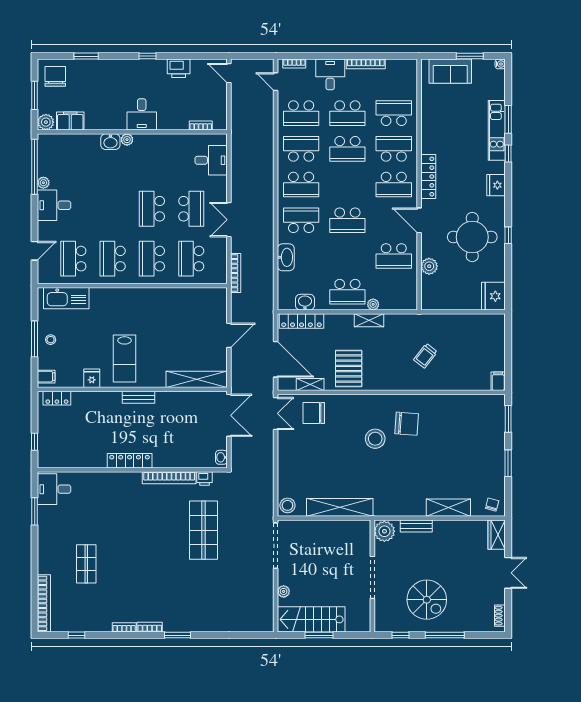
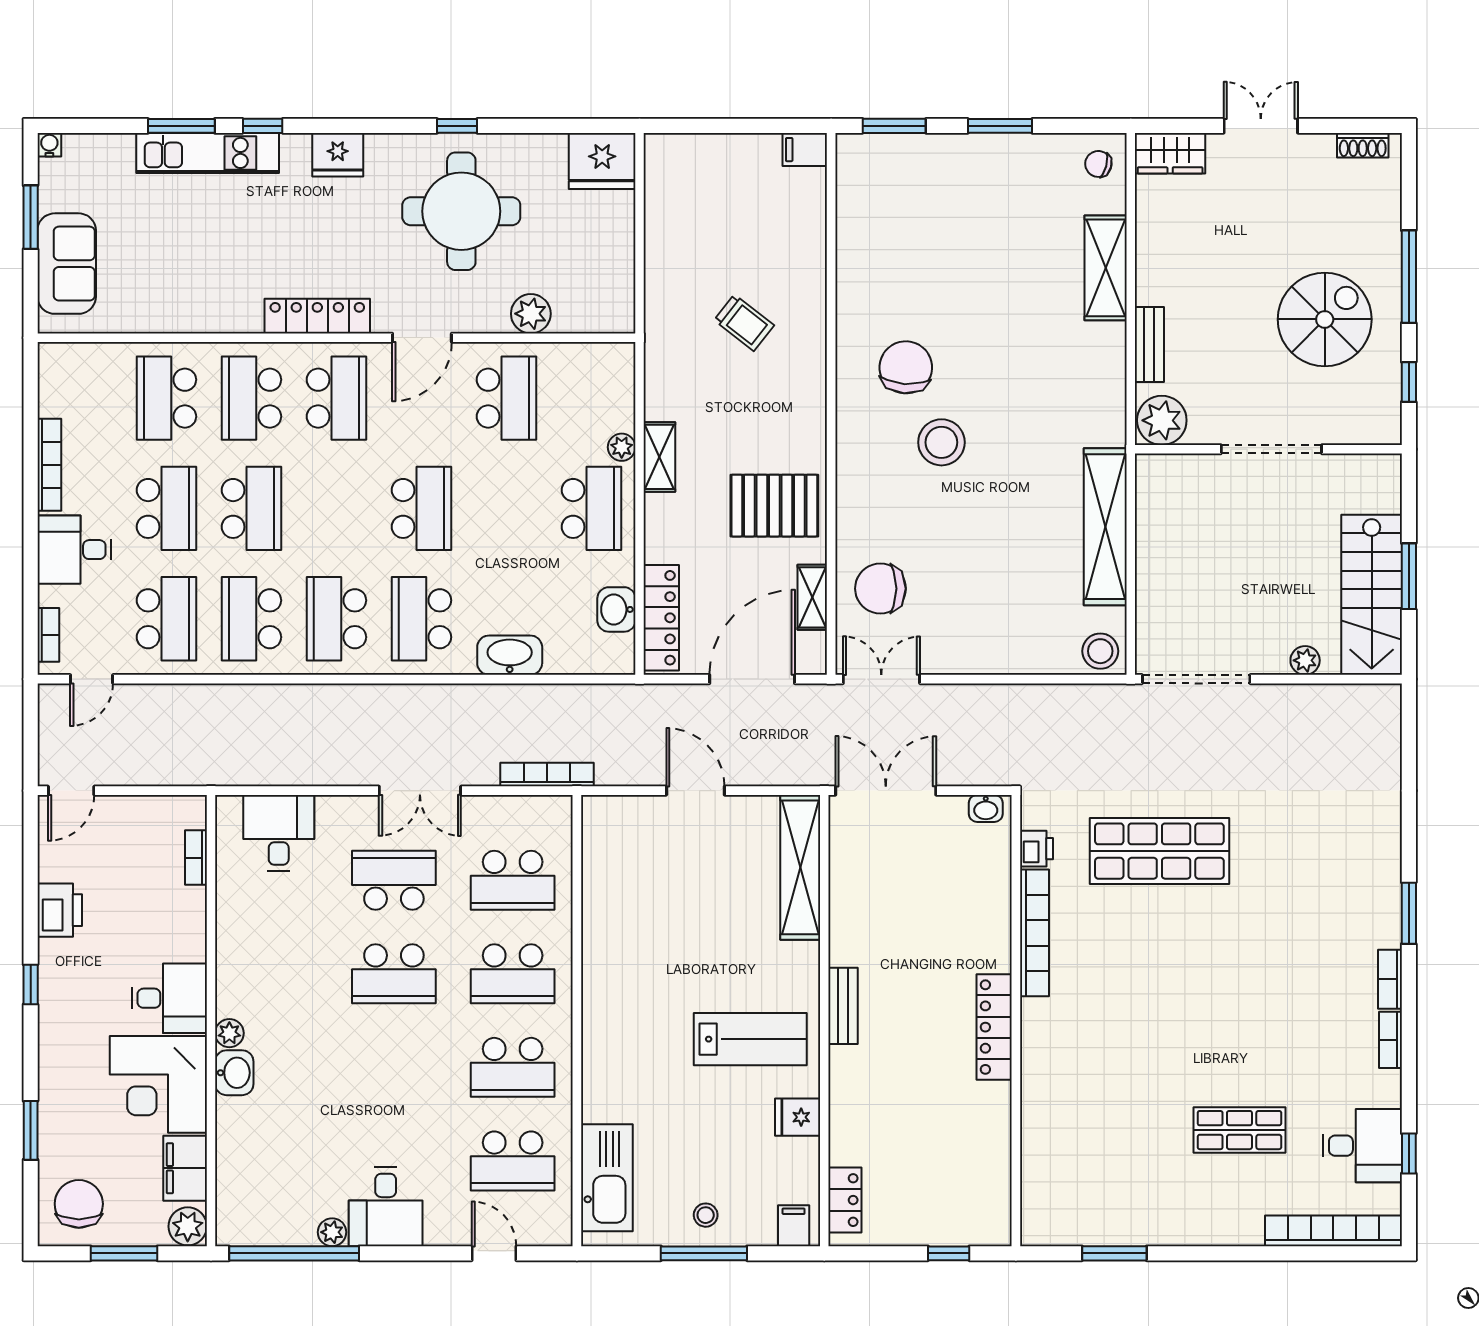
chair: (55, 76) -> (79, 1204), turned 90
corner desk: (106, 110) -> (158, 1084), added
school desk: (301, 185) -> (336, 619), turned 180
chair: (314, 413) -> (880, 589), turned 90
desk: (54, 489) -> (1362, 1146), moved, turned -90

